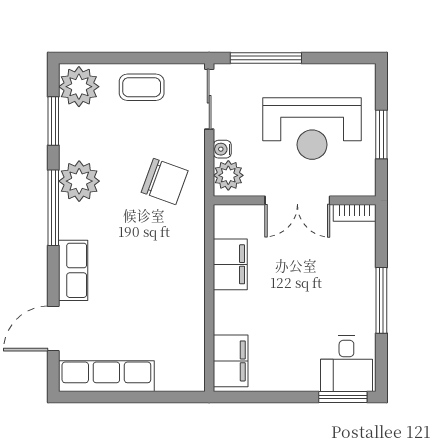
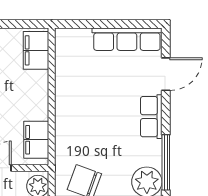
filing cabinet: (230, 264) -> (36, 140), moved

